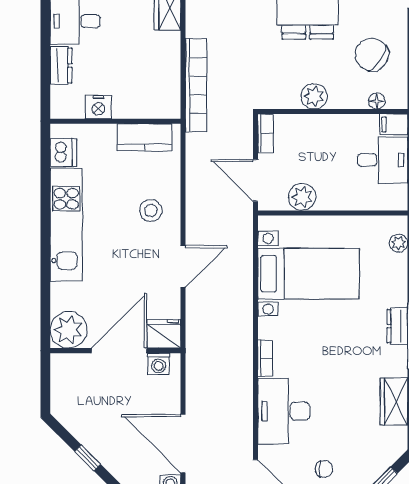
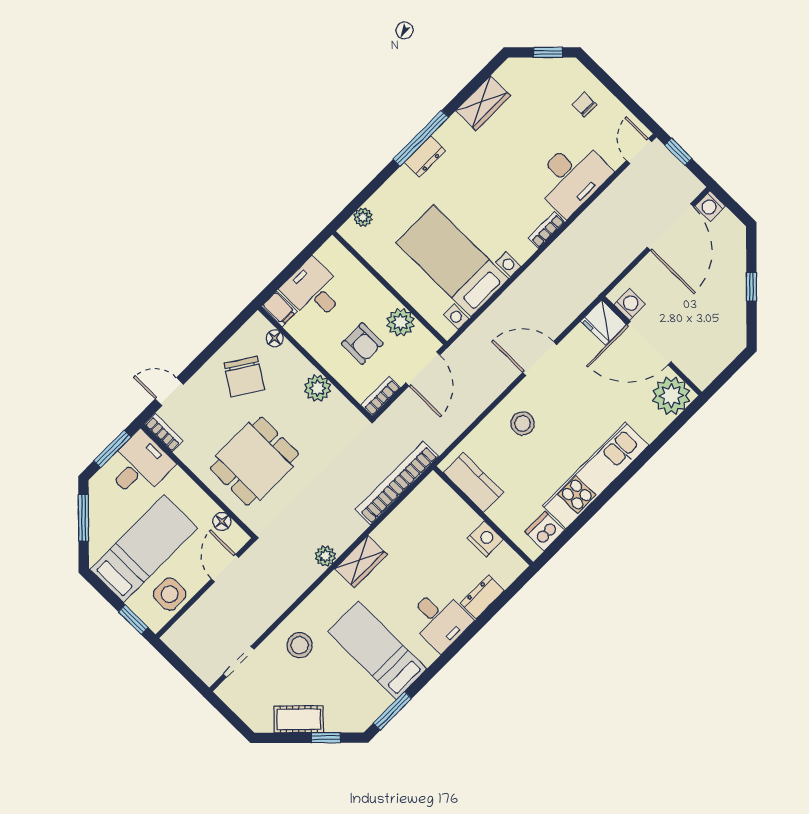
armchair: (314, 157) -> (362, 344), added

